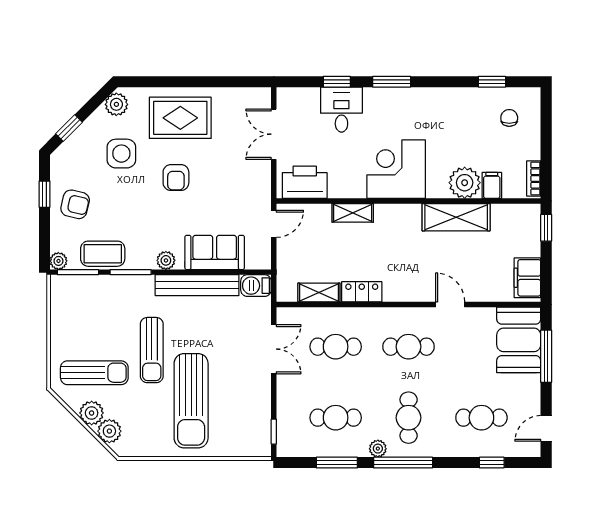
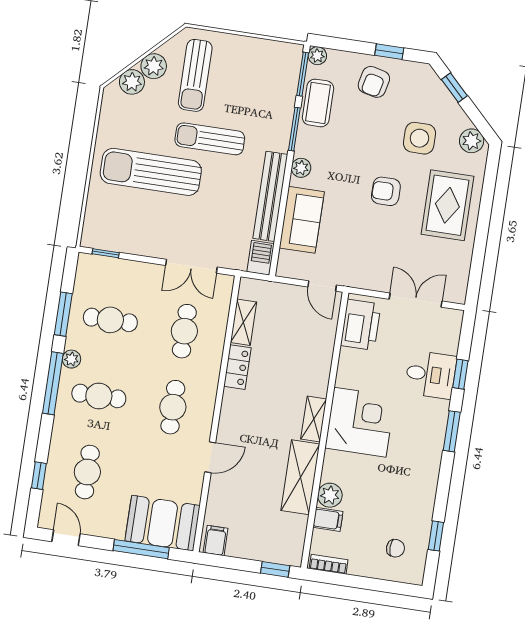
plant: (465, 183) -> (330, 495), width x0.73, depth x0.73
shelving: (353, 213) -> (314, 419), moved
filing cabinet: (527, 278) -> (216, 540), width x0.50
cafe table: (336, 418) -> (110, 320), turned 90

